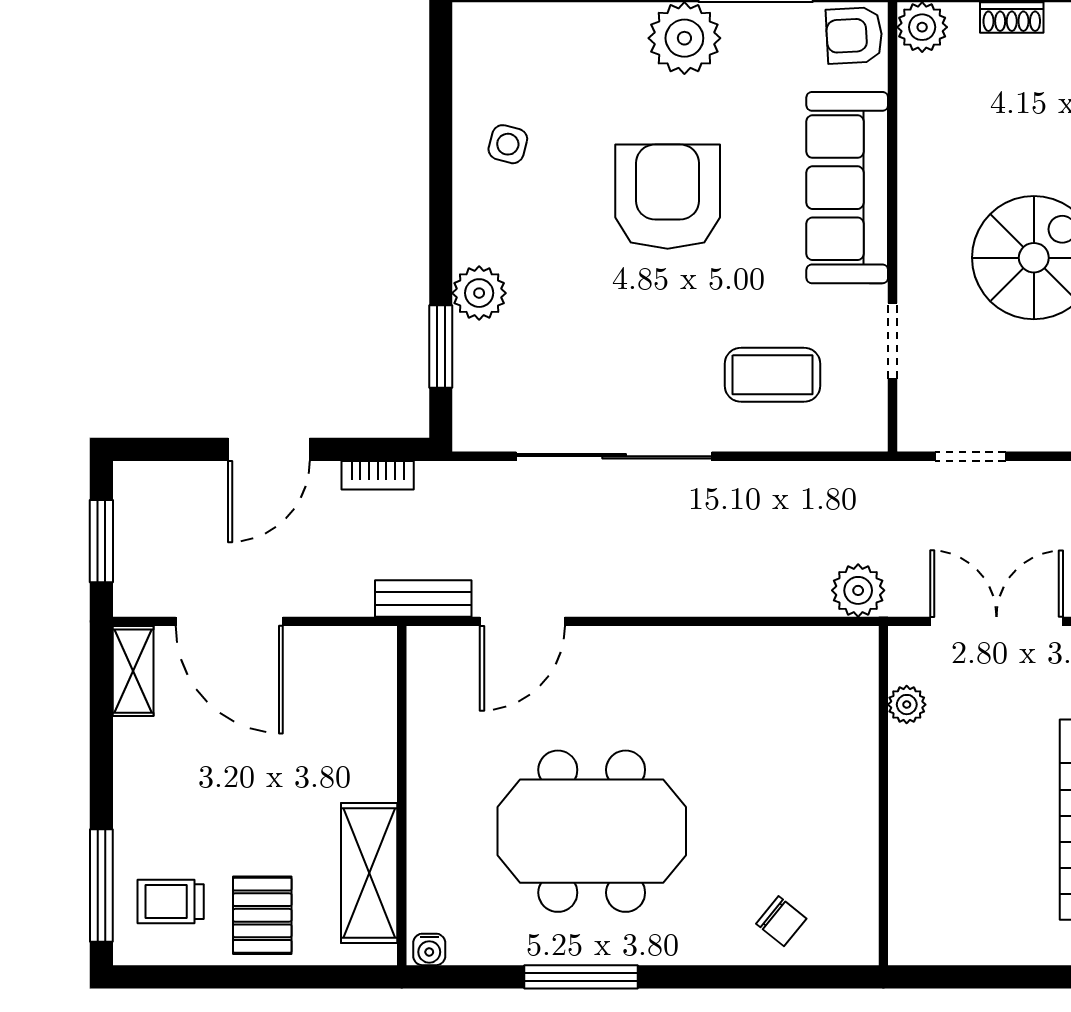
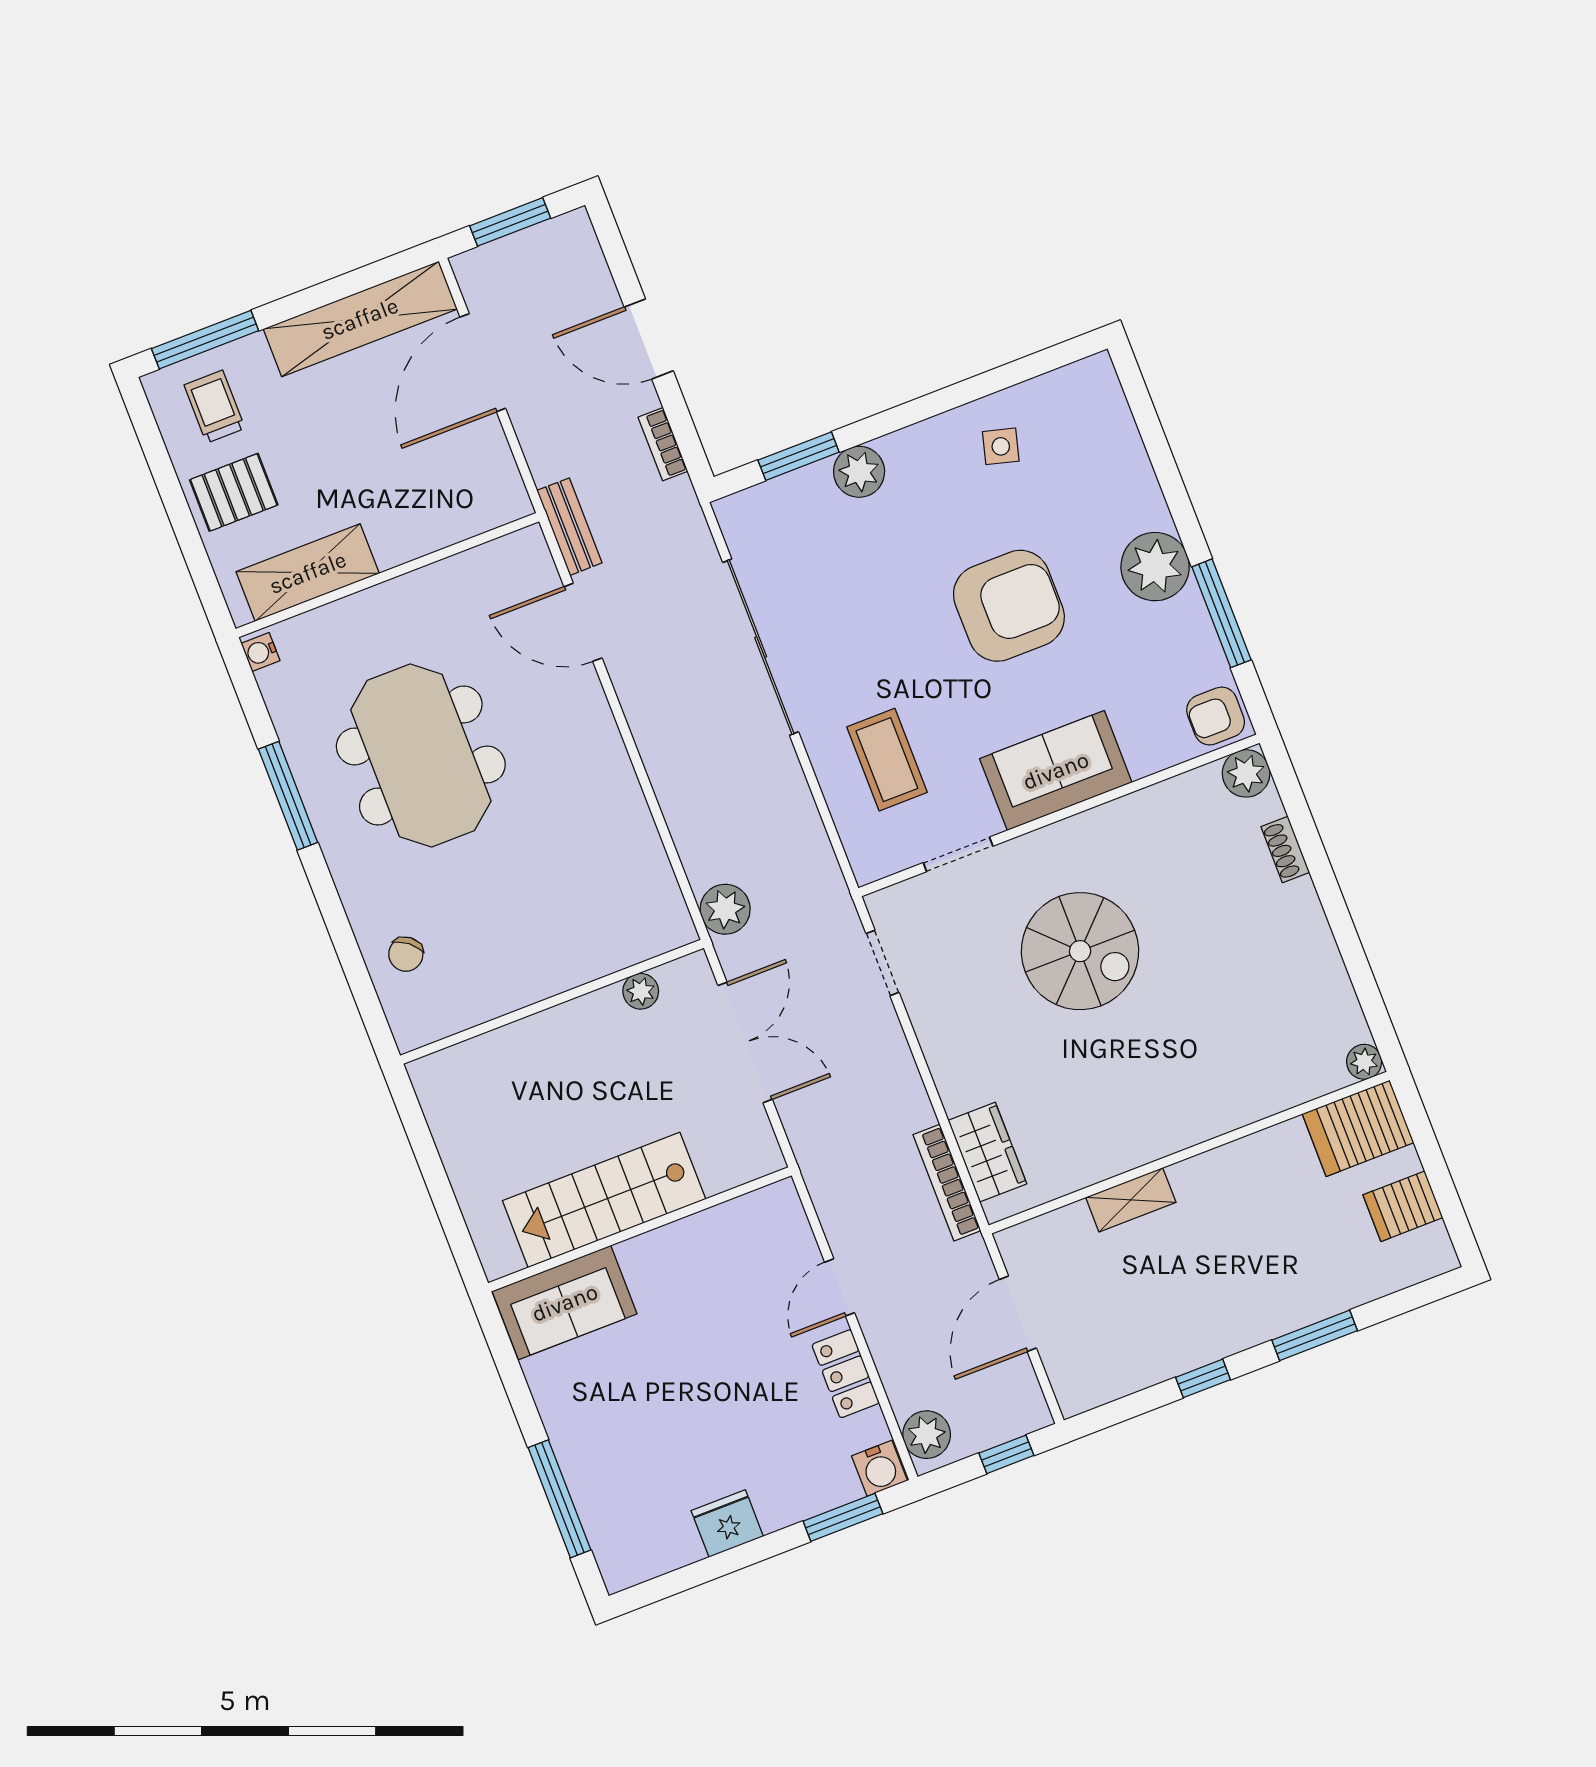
armchair: (854, 35) -> (1216, 716), turned -87
sofa: (847, 188) -> (1056, 771), width x0.73
shelving: (133, 671) -> (360, 319), width x2.20, depth x1.33

